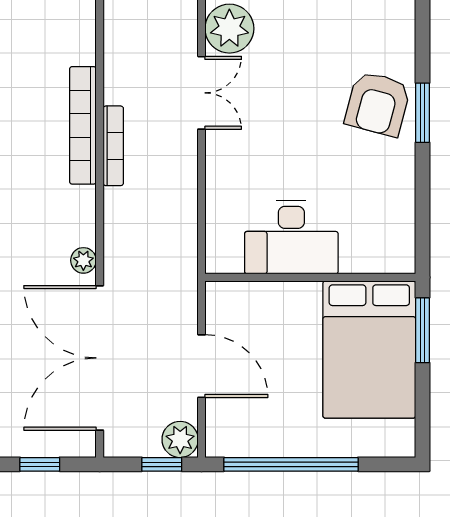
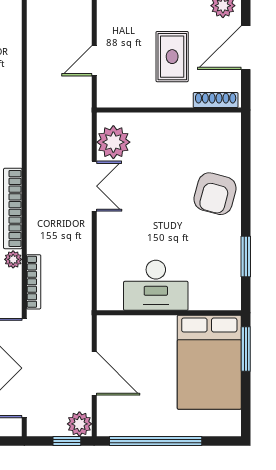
window: (422, 113) -> (246, 257), moved
bookcase: (113, 146) -> (34, 282), moved
plant: (83, 260) -> (13, 259), moved

